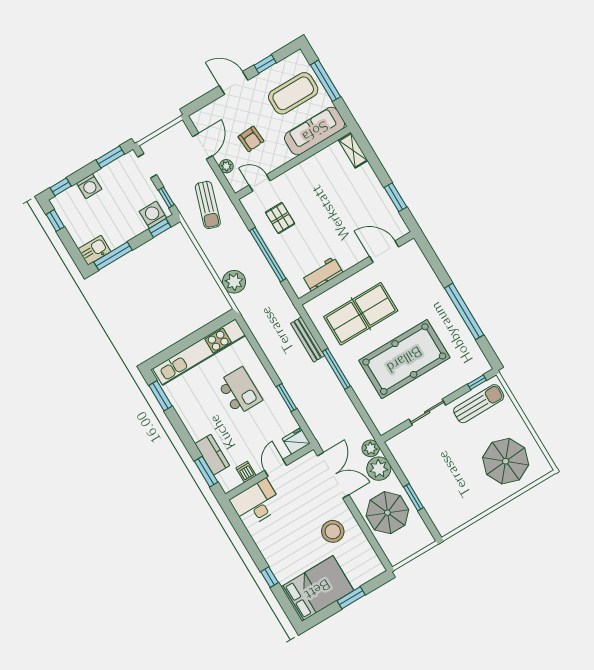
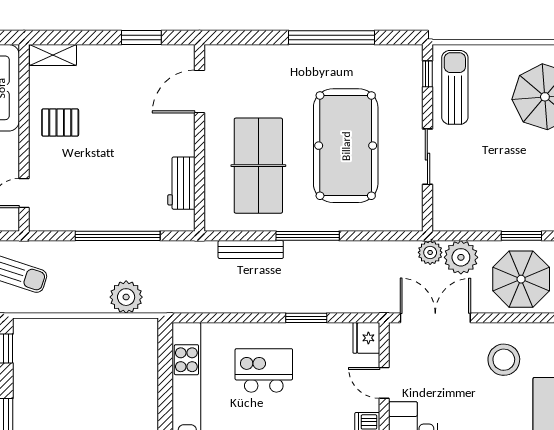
pallet: (280, 218) -> (60, 122), moved

